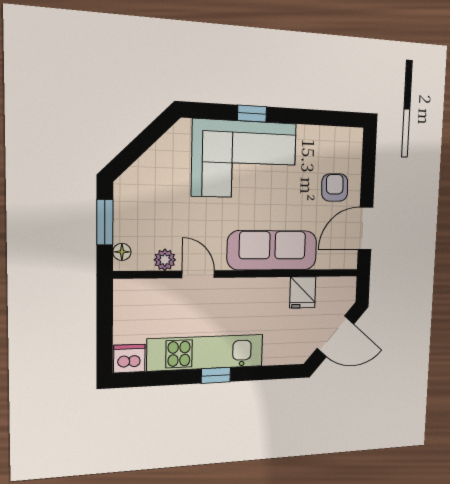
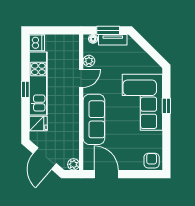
armchair: (335, 188) -> (152, 161), moved, turned -88
tv unit: (124, 214) -> (113, 40), added
plant: (347, 286) -> (73, 164), added
fridge: (303, 292) -> (38, 123), moved, turned 180

